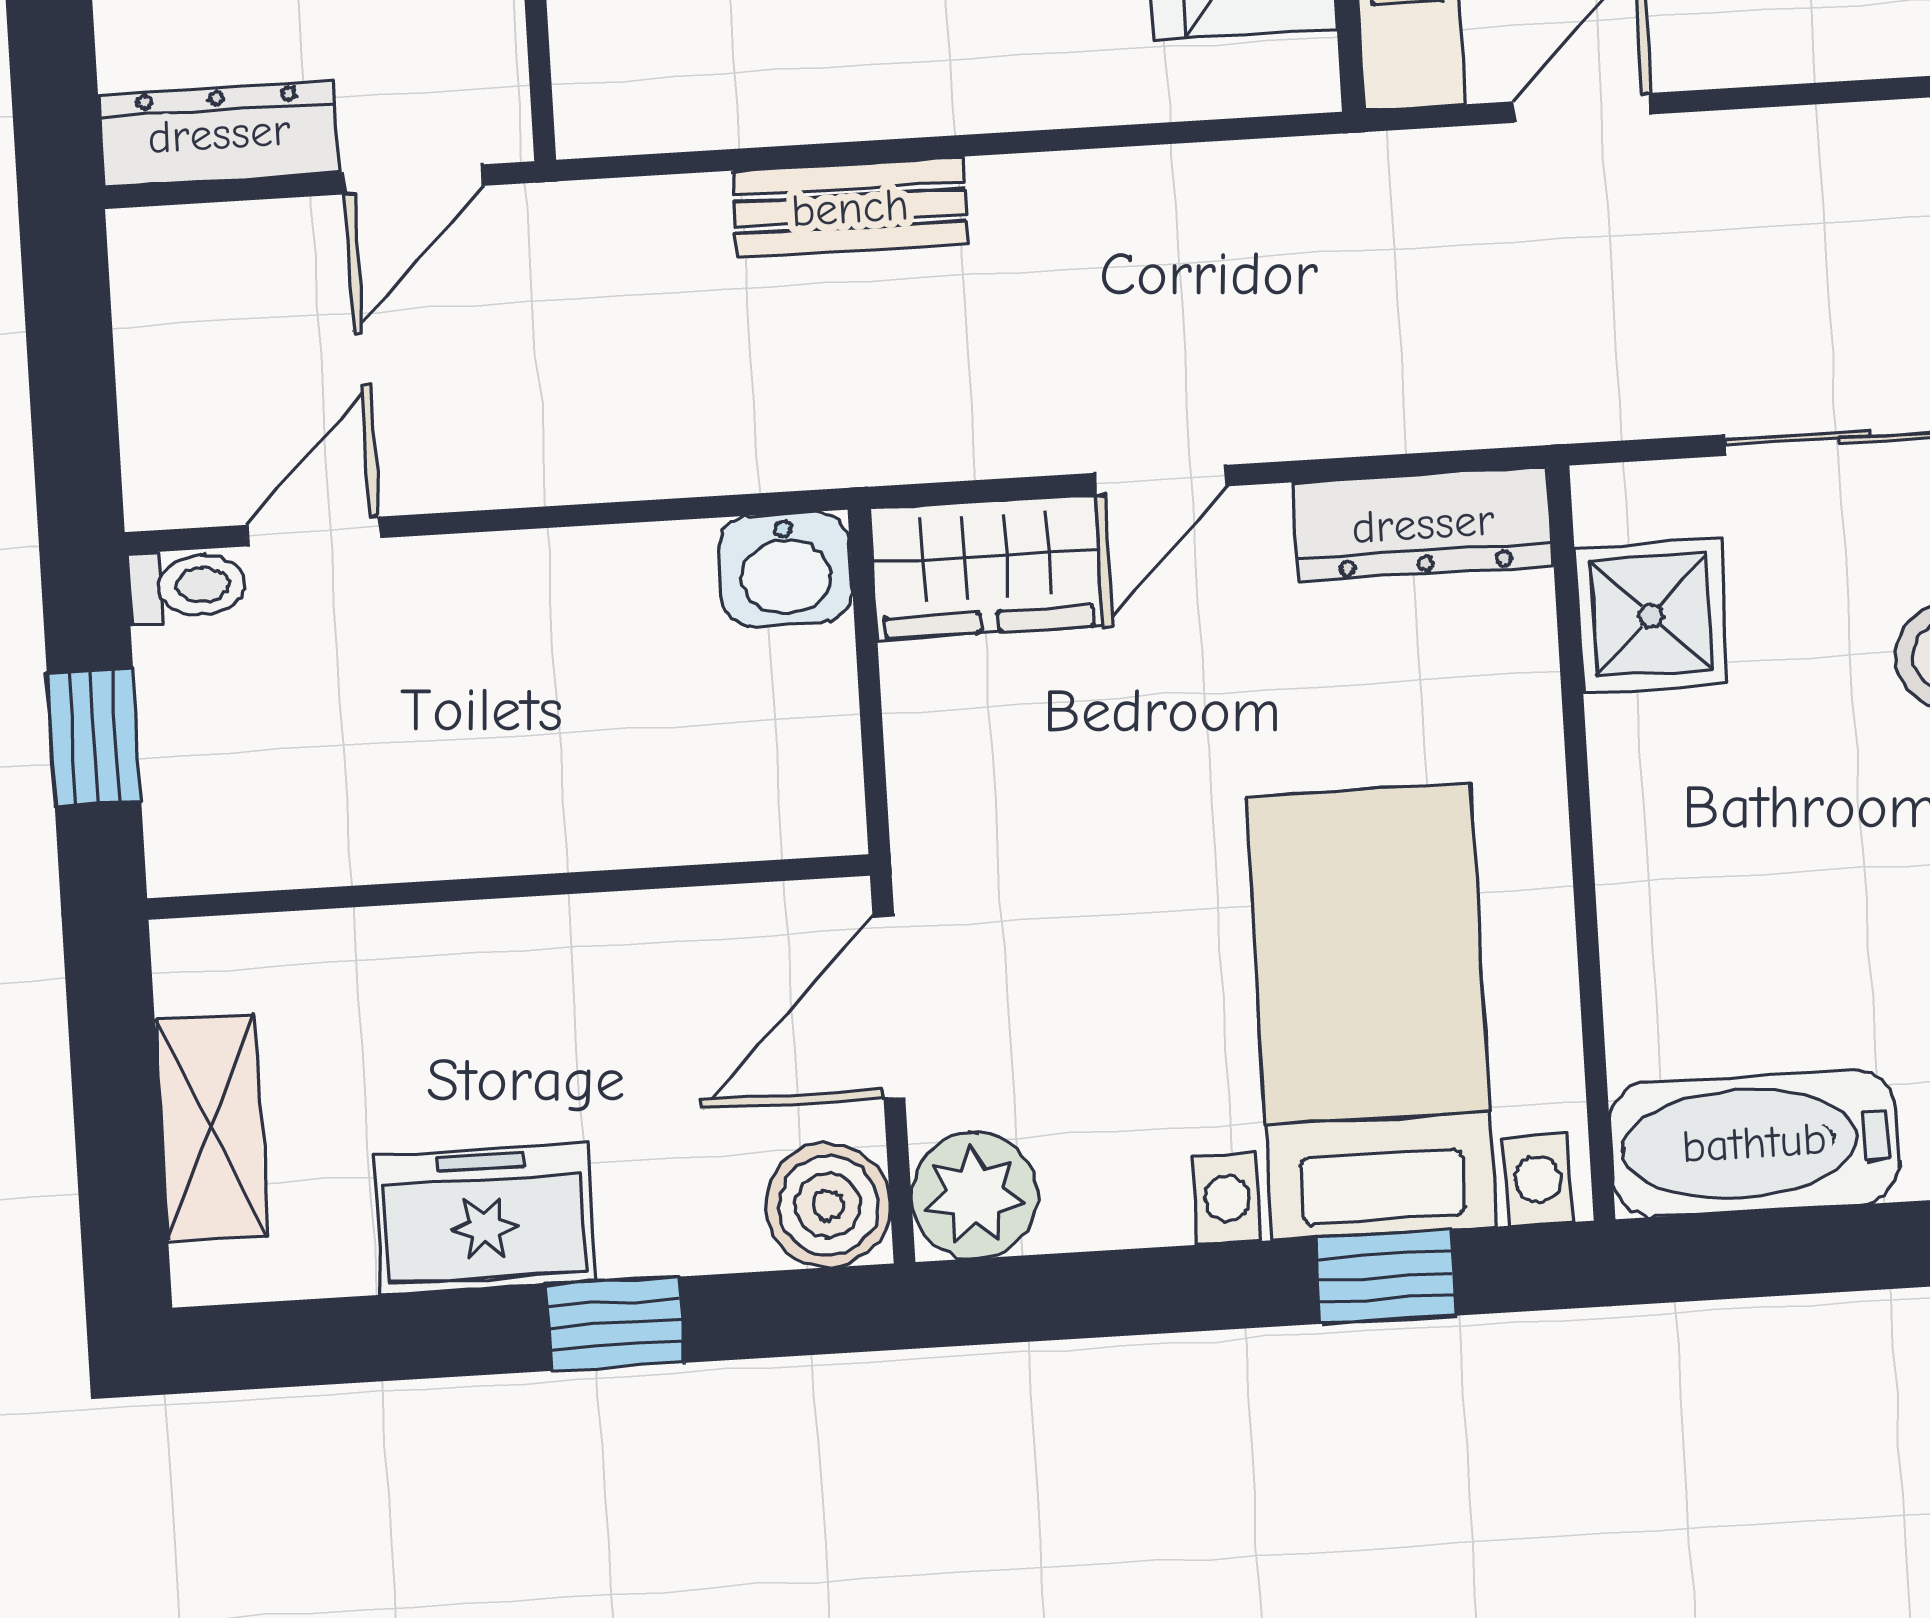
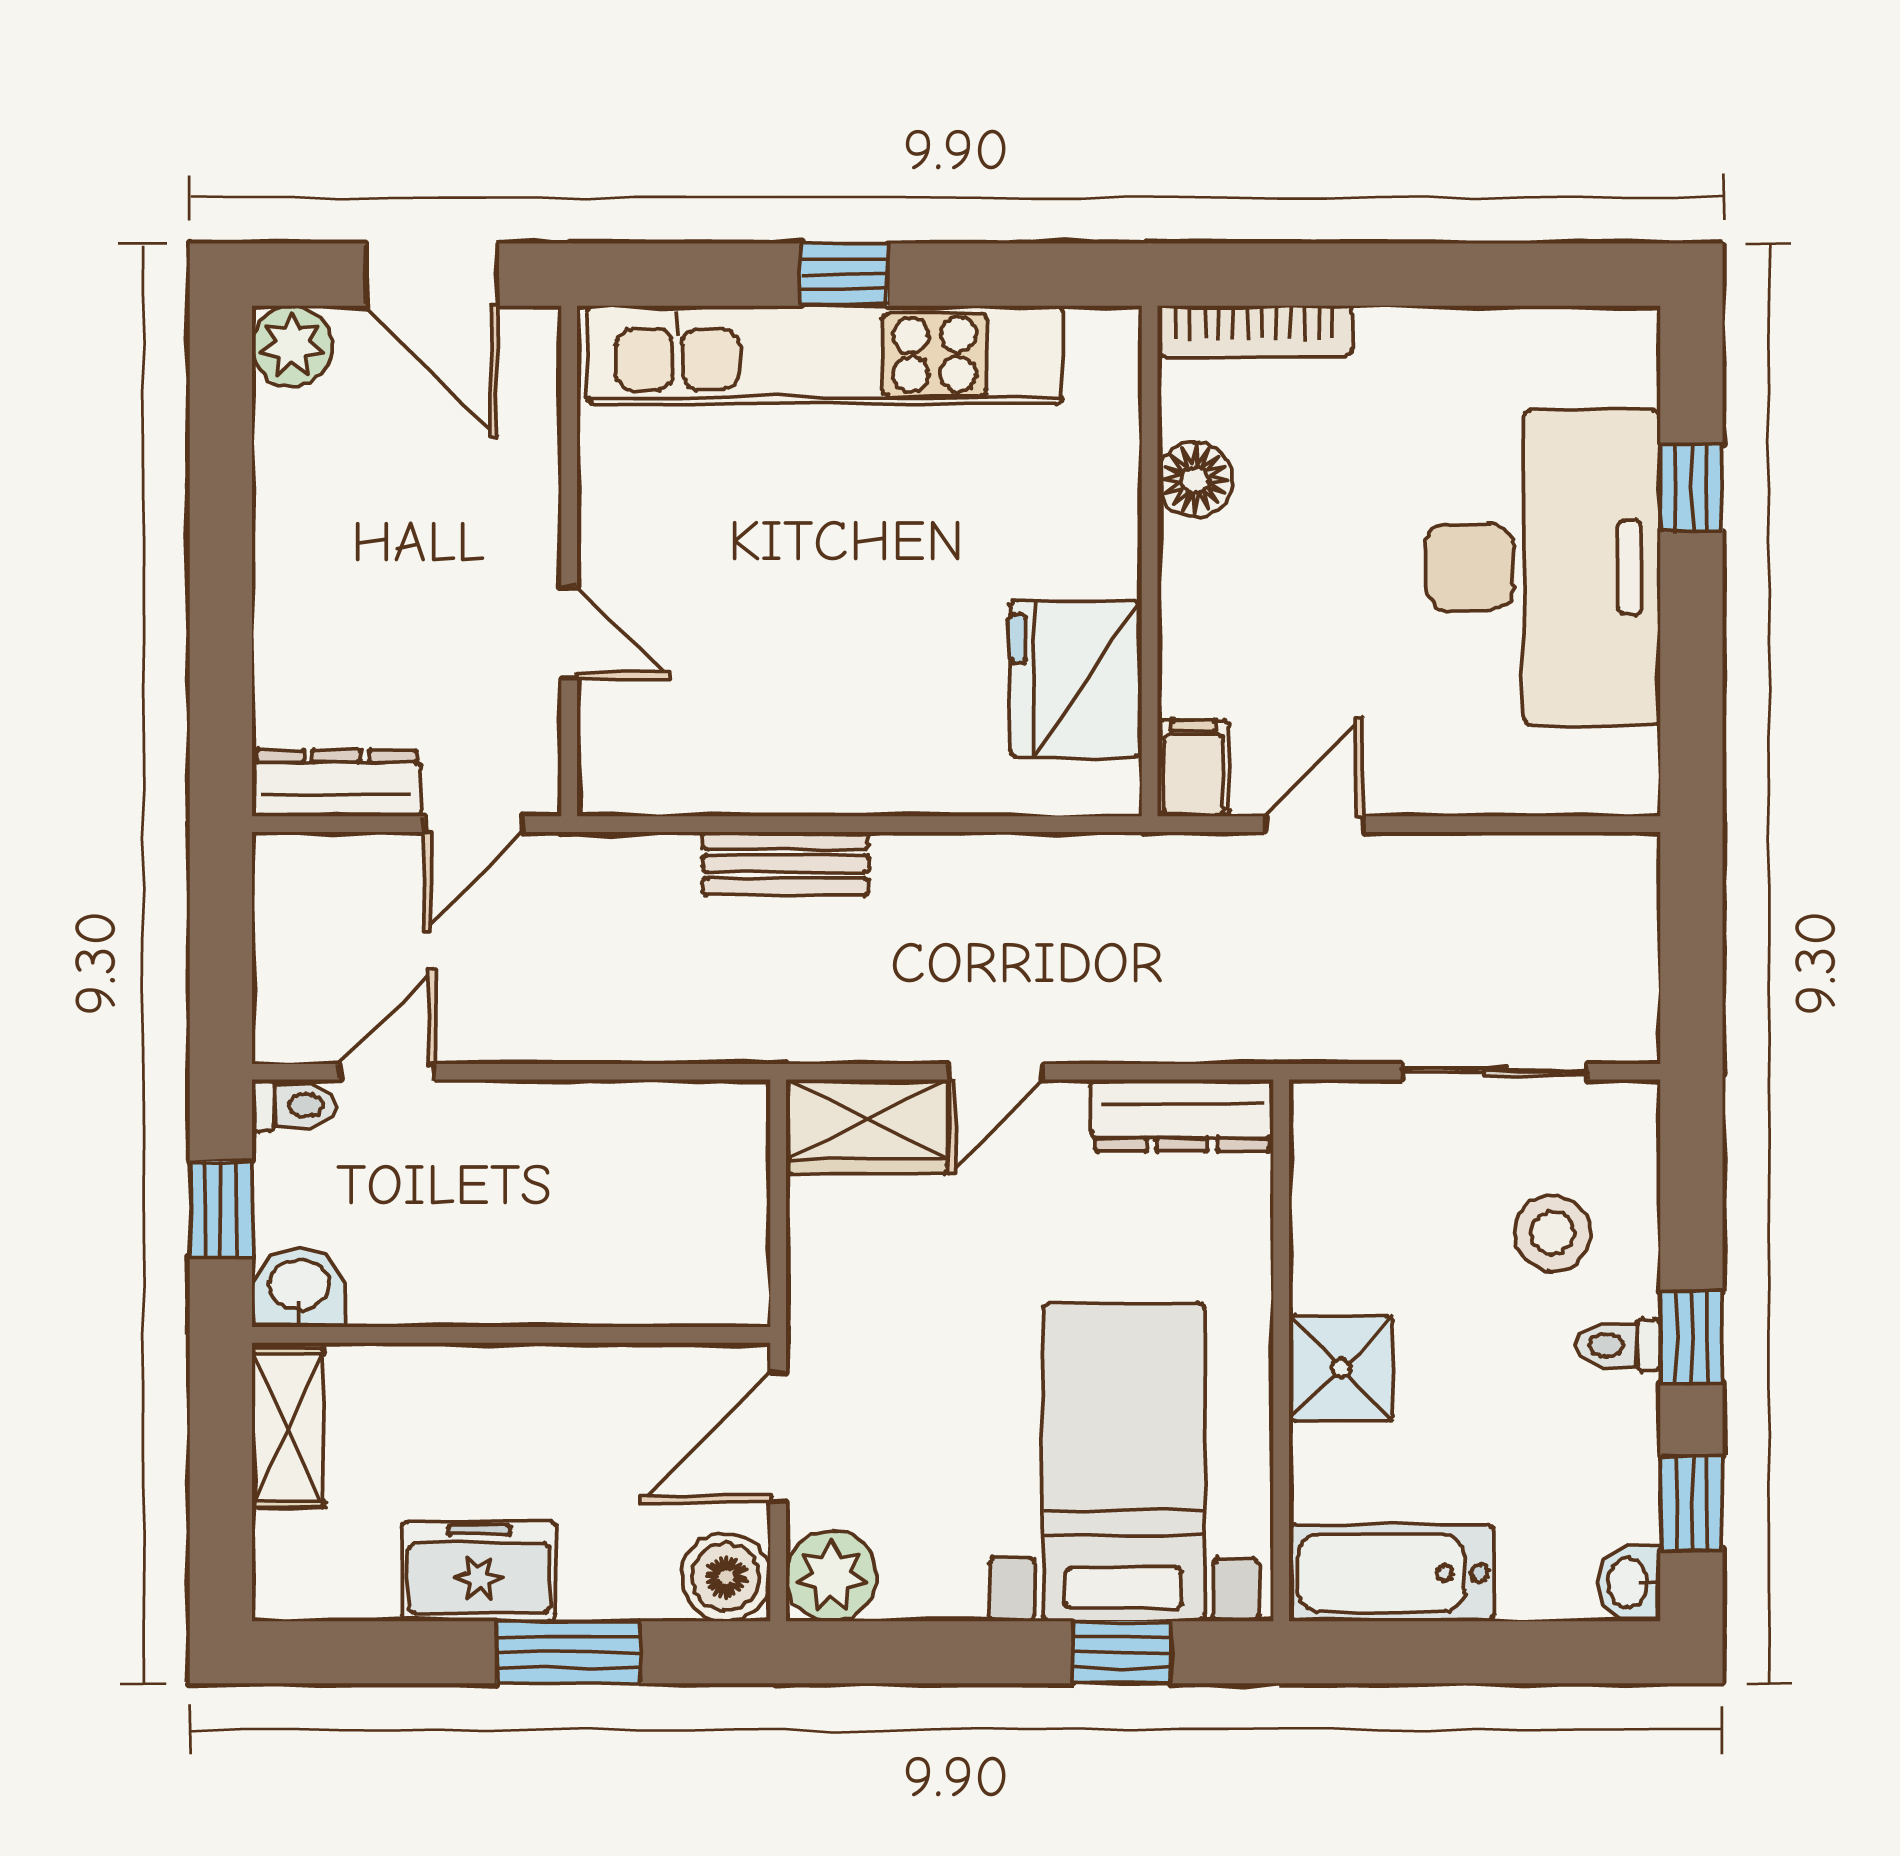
washbasin: (785, 569) -> (299, 1287), moved, turned 180
shower: (1651, 615) -> (1341, 1368), moved
shelving: (211, 1127) -> (288, 1428), moved
window: (615, 1324) -> (568, 1652), width x1.50

